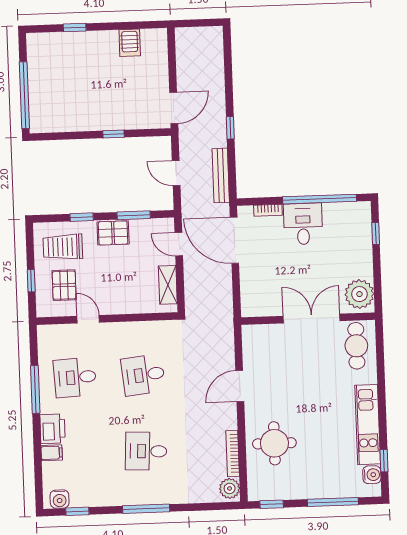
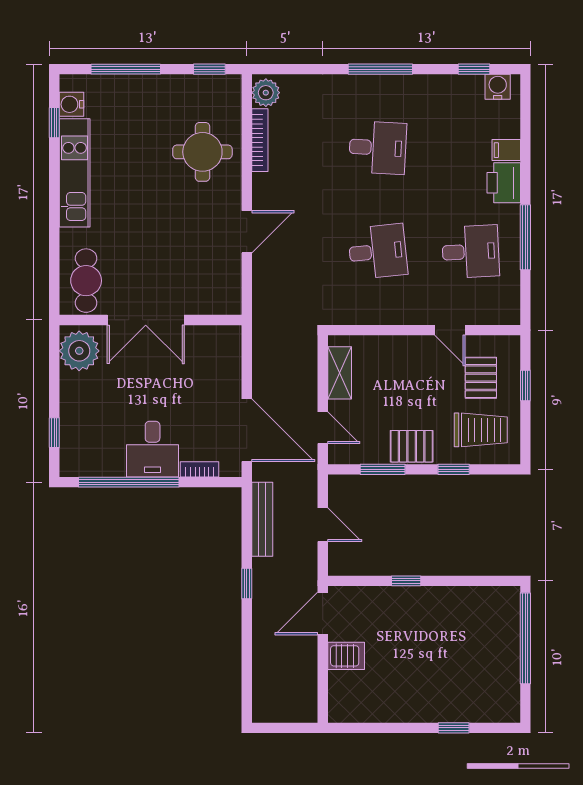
server rack: (130, 43) -> (346, 656), moved, turned 90

